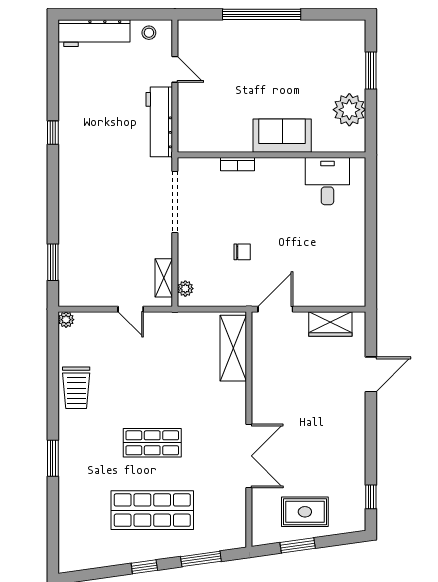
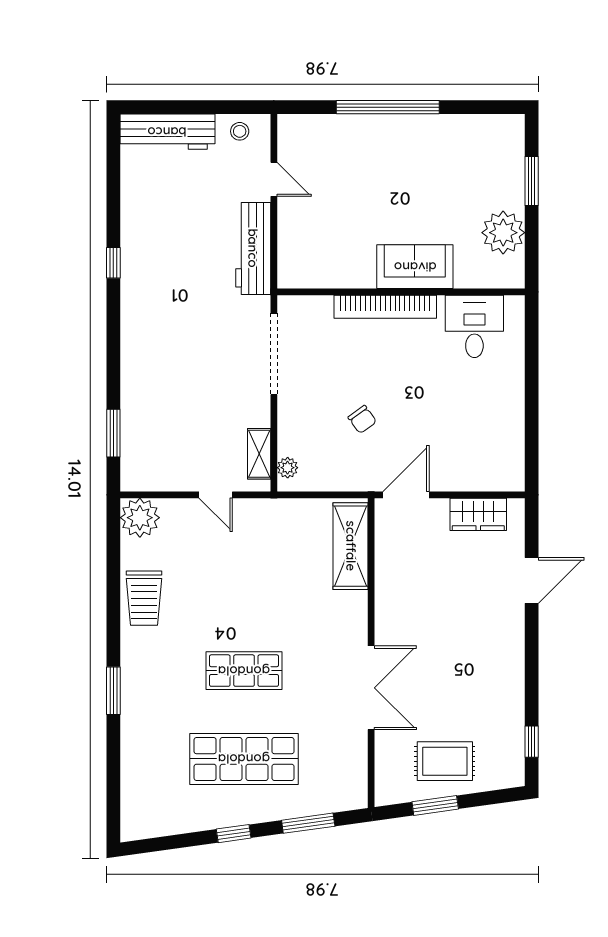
bookcase: (237, 164) -> (385, 307), width x2.31, depth x1.31
chair: (242, 252) -> (362, 419), turned 54
plant: (66, 320) -> (140, 518), width x1.87, depth x1.87

